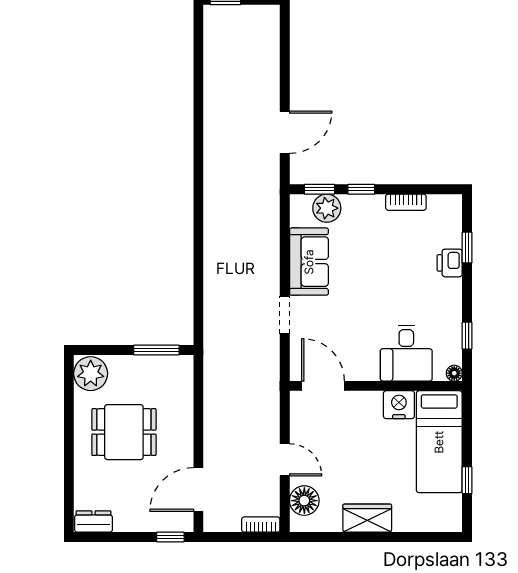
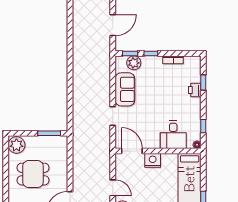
nightstand: (399, 405) -> (153, 160), moved

